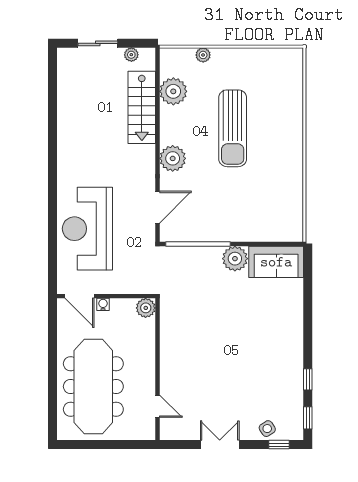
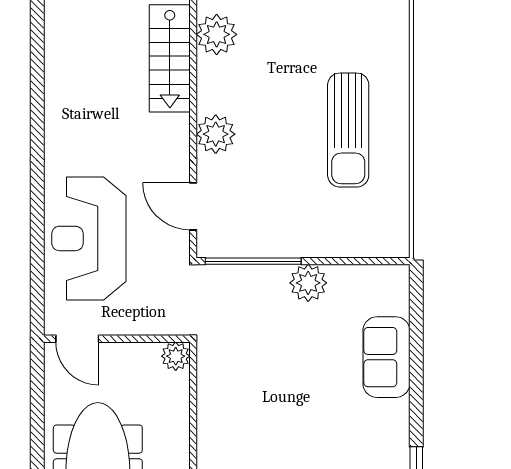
sun lounger: (233, 128) -> (348, 130), moved
door: (158, 207) -> (193, 206), swing flipped
sofa: (276, 262) -> (386, 357), moved, turned 90
water cooler: (103, 304) -> (112, 351), removed

